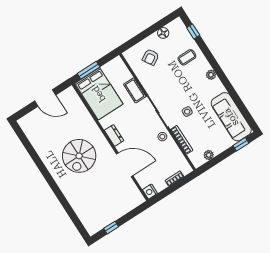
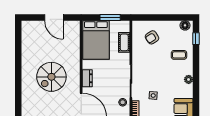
floor lamp: (163, 33) -> (185, 25), moved
window: (88, 70) -> (110, 17), moved
cot: (135, 90) -> (124, 42), moved

